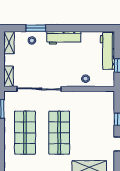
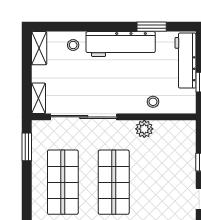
window: (36, 28) -> (152, 27), moved
workbench: (64, 38) -> (121, 44), width x1.36, depth x1.32
plant: (80, 97) -> (144, 129), added

